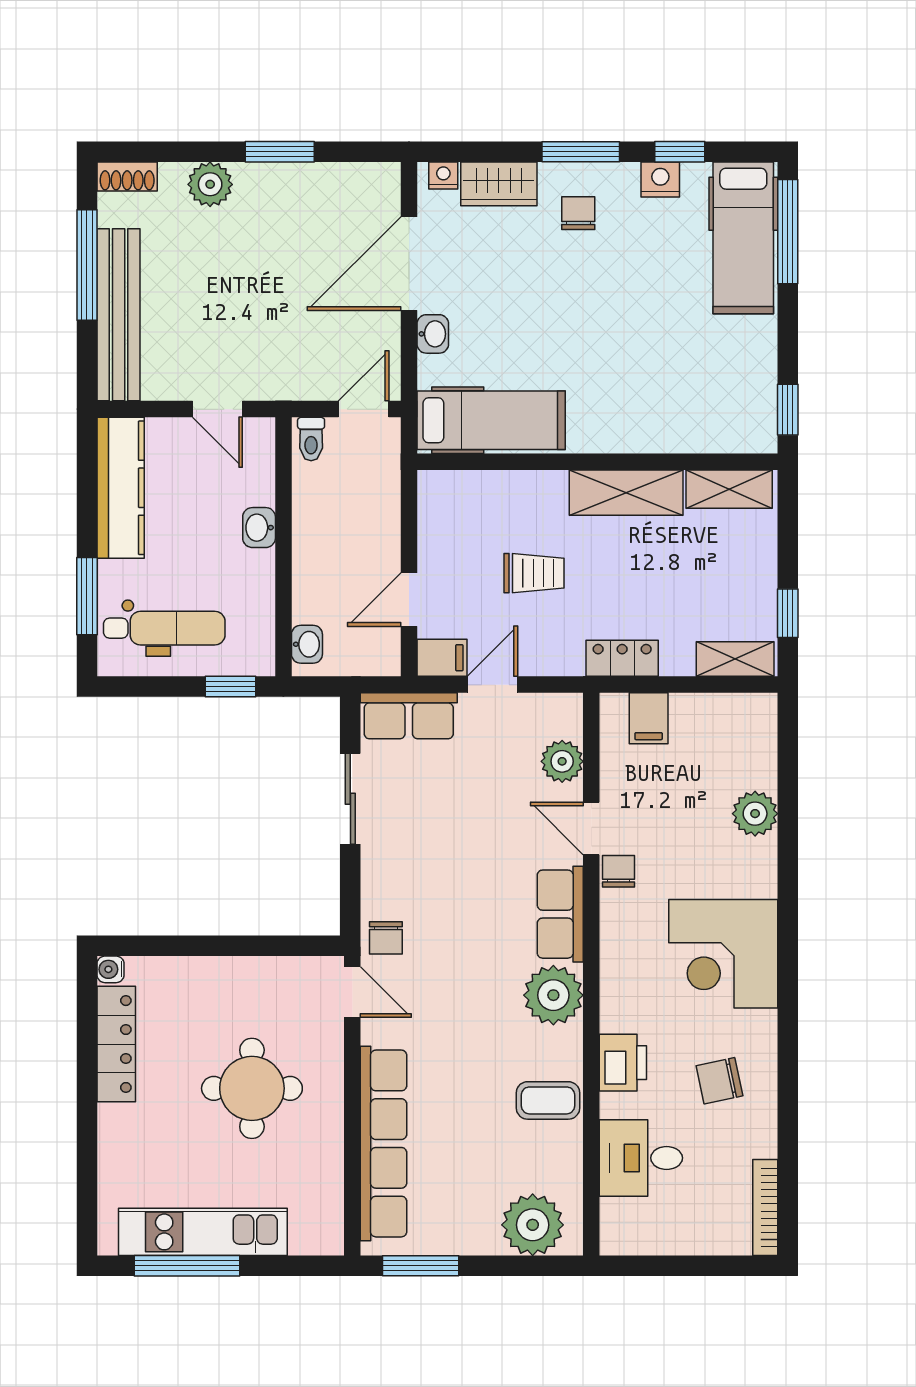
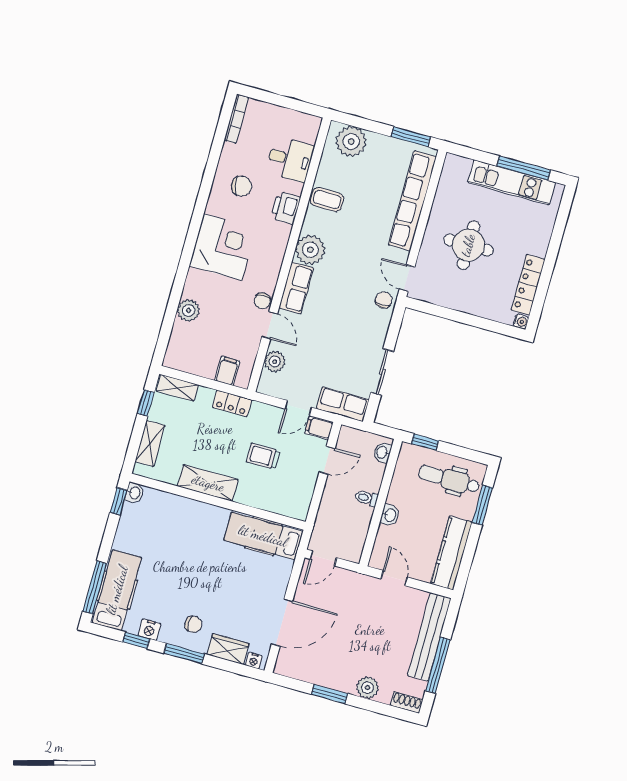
chair: (578, 213) -> (193, 624), turned -90
washbasin: (433, 334) -> (134, 493), moved, turned 180
toilet: (311, 439) -> (366, 498), moved, turned -90
shelving: (729, 489) -> (150, 443), moved, turned 90

